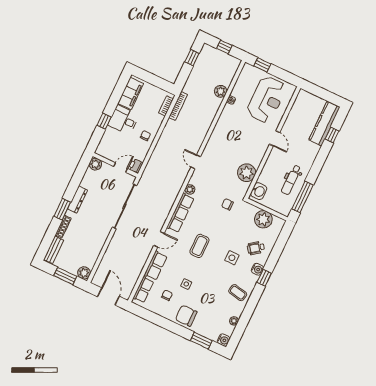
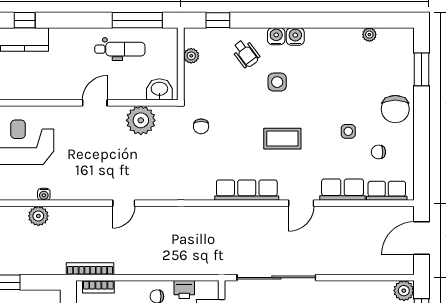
door: (275, 138) -> (95, 103), moved
door: (196, 162) -> (124, 203), moved
printer: (136, 166) -> (184, 290), moved
plant: (190, 189) -> (205, 193), removed
plant: (263, 219) -> (191, 56), width x0.53, depth x0.53
door: (159, 239) -> (301, 203), swing flipped
window: (264, 278) -> (218, 20), moved
coffee table: (238, 293) -> (325, 49), removed
water cooler: (224, 340) -> (295, 37), moved

